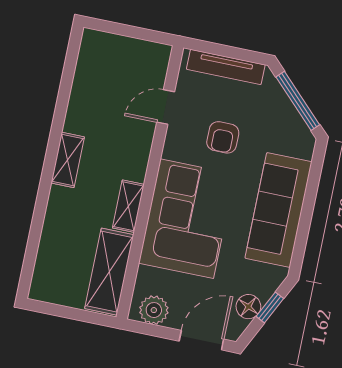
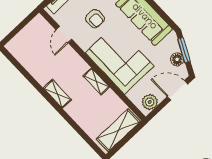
shelving: (109, 272) -> (118, 130), moved, turned 90
window: (270, 307) -> (184, 50), width x1.50
door: (201, 340) -> (178, 90), hinge flipped

